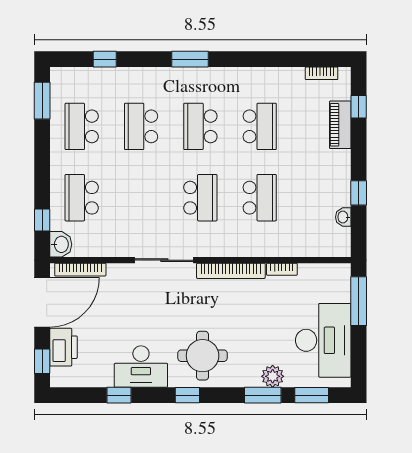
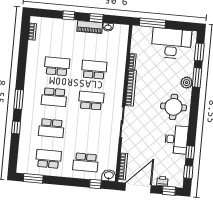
window: (105, 59) -> (16, 127), moved
window: (359, 107) -> (69, 15), moved
piano: (340, 125) -> (90, 27), moved
school desk: (82, 126) -> (48, 159), turned 180
door: (42, 302) -> (138, 188), hinge flipped
printer: (63, 347) -> (162, 181), width x0.53, depth x0.68
plant: (273, 376) -> (187, 83), moved
window: (187, 395) -> (188, 172), moved

